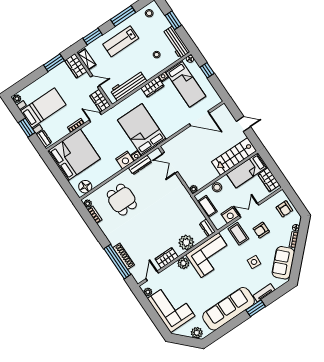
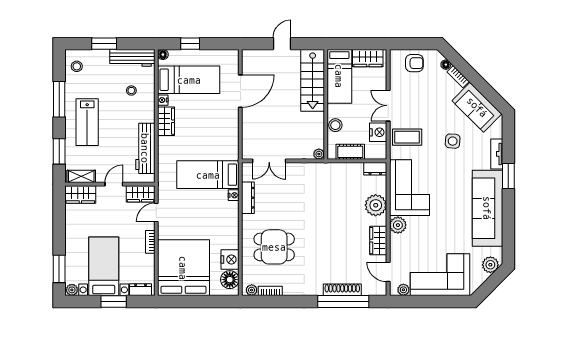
window: (54, 63) -> (59, 269), moved
bed: (142, 130) -> (208, 175), width x0.67
nightstand: (125, 160) -> (230, 259), moved
armchair: (261, 230) -> (421, 107), removed

